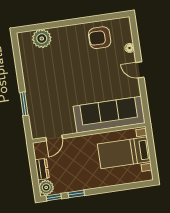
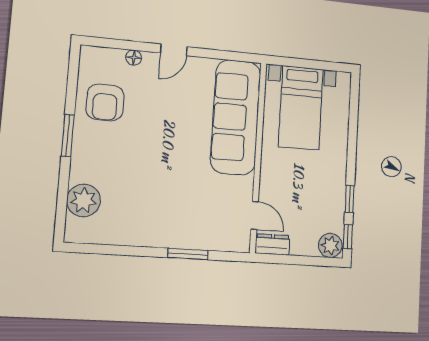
window: (76, 21) -> (68, 135), added
dresser: (42, 169) -> (272, 244), moved

